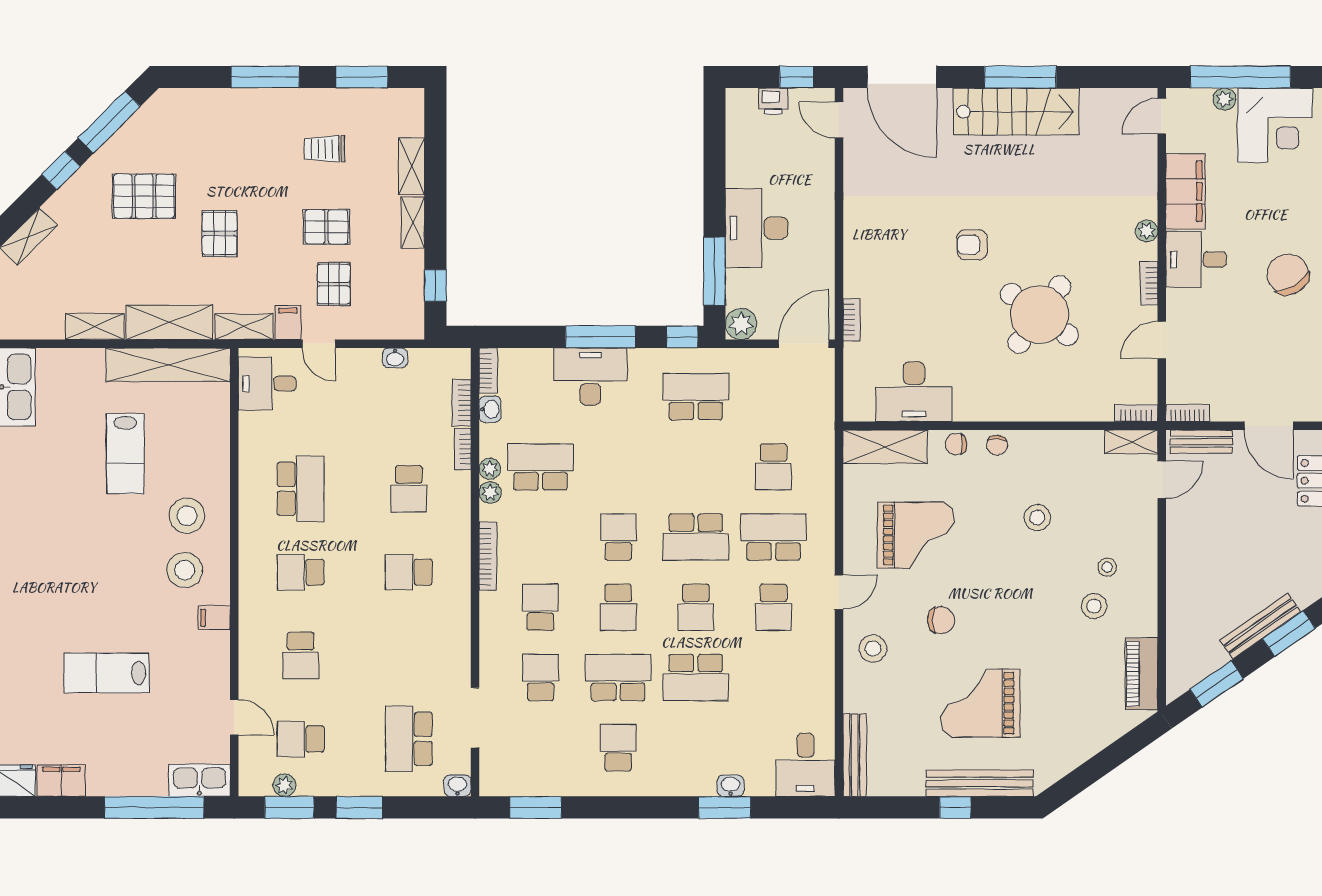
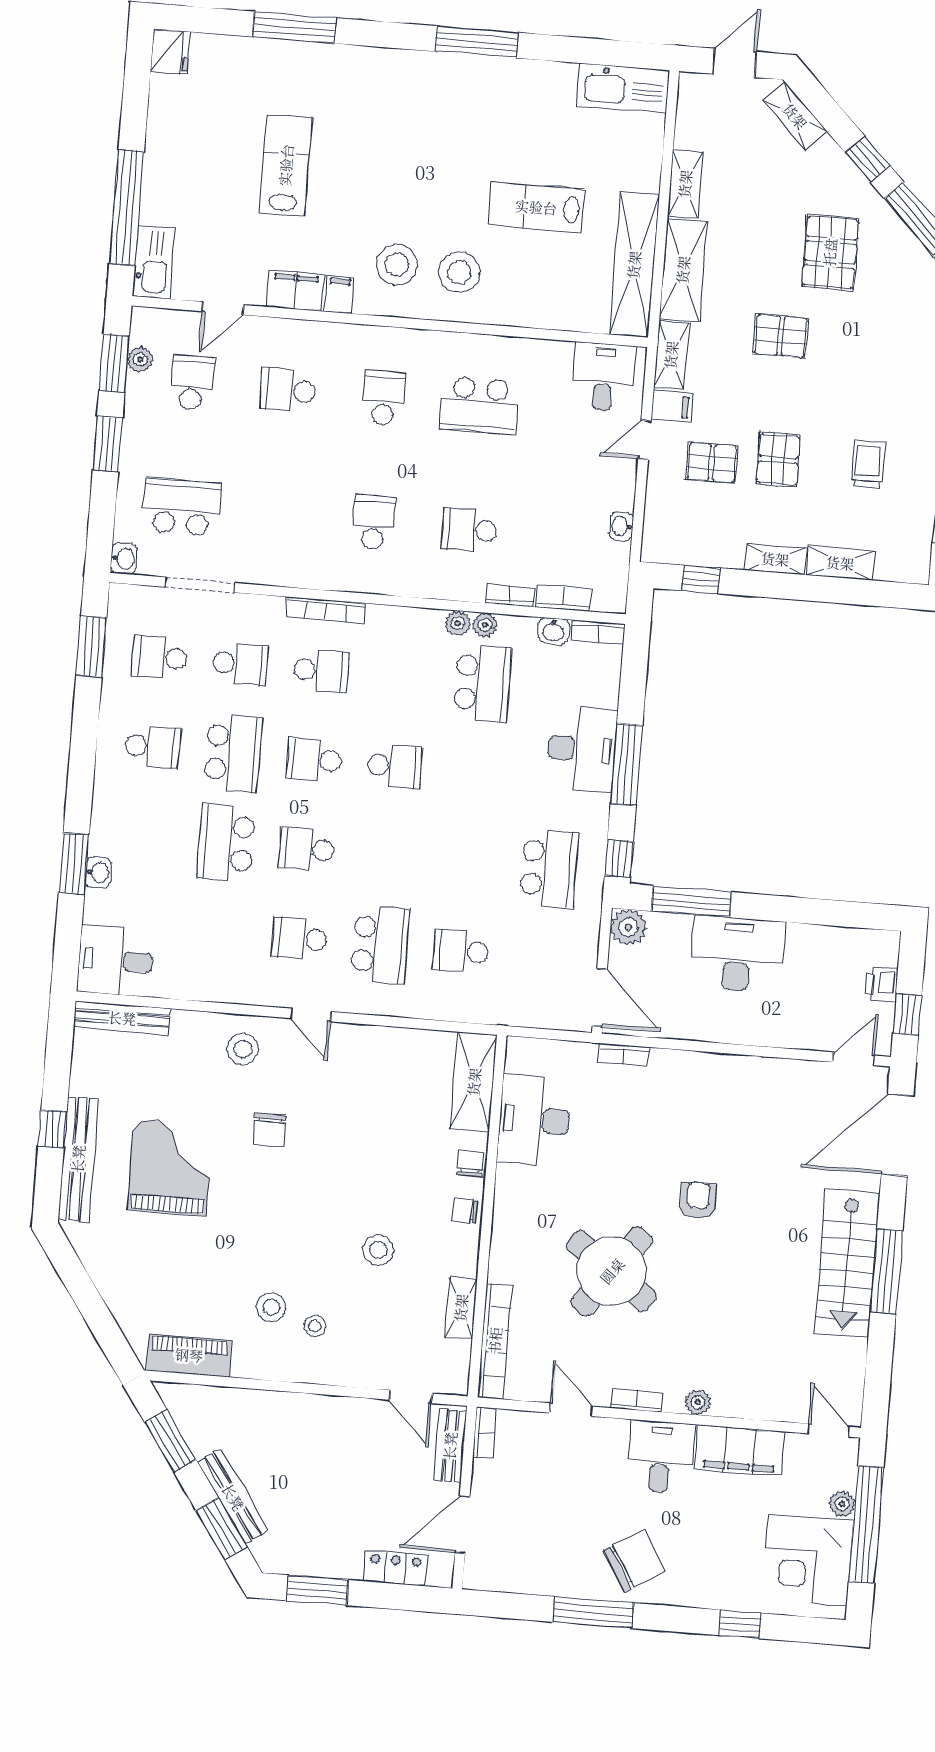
bookcase: (1136, 413) -> (495, 1341), width x2.31, depth x1.31
shelving: (1131, 442) -> (461, 1308), moved
grand piano: (916, 535) -> (369, 1109), removed
school desk: (696, 537) -> (160, 657), moved, width x0.54
bookcase: (488, 556) -> (326, 610), moved
filing cabinet: (61, 781) -> (295, 291), moved, turned -90

